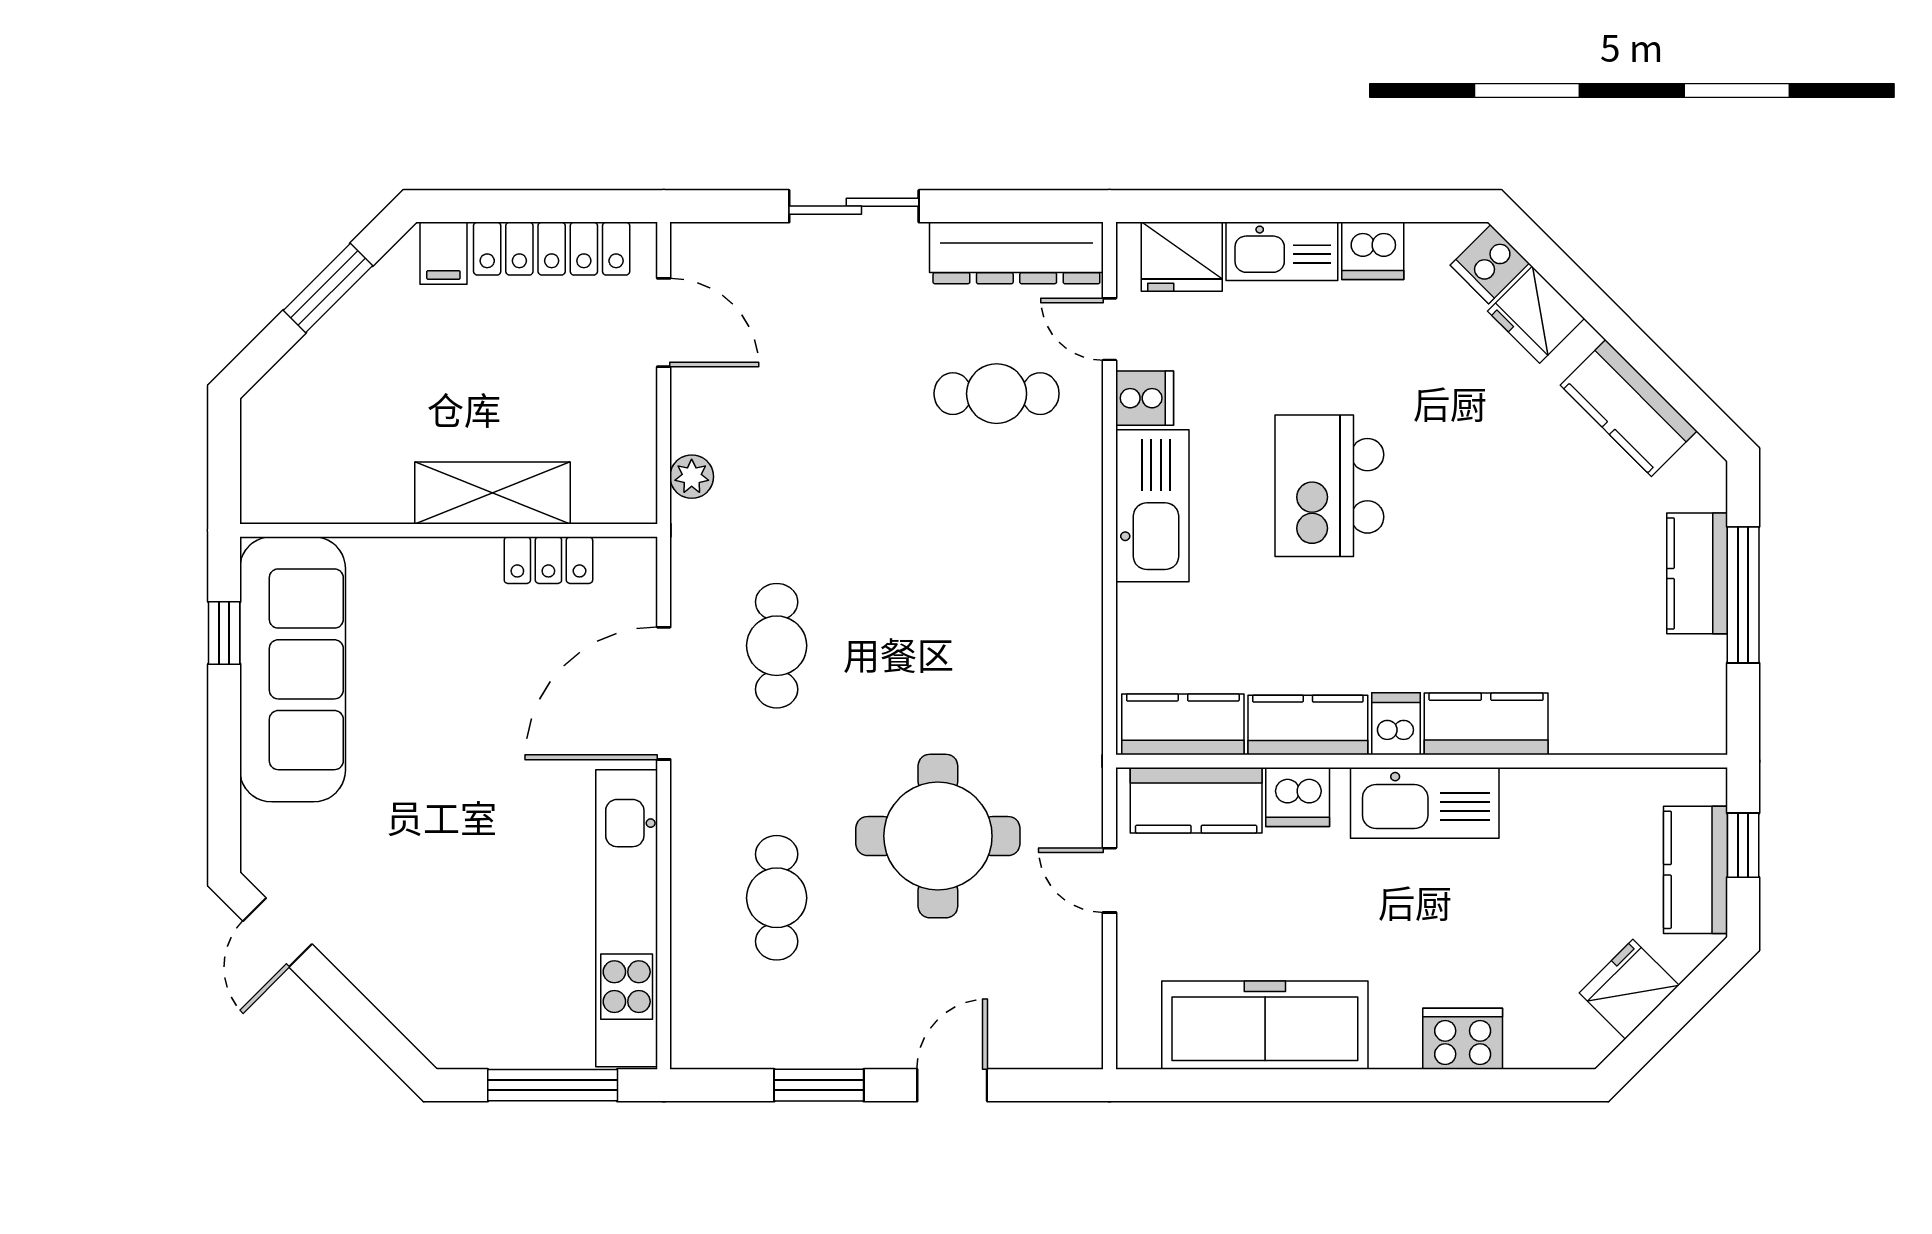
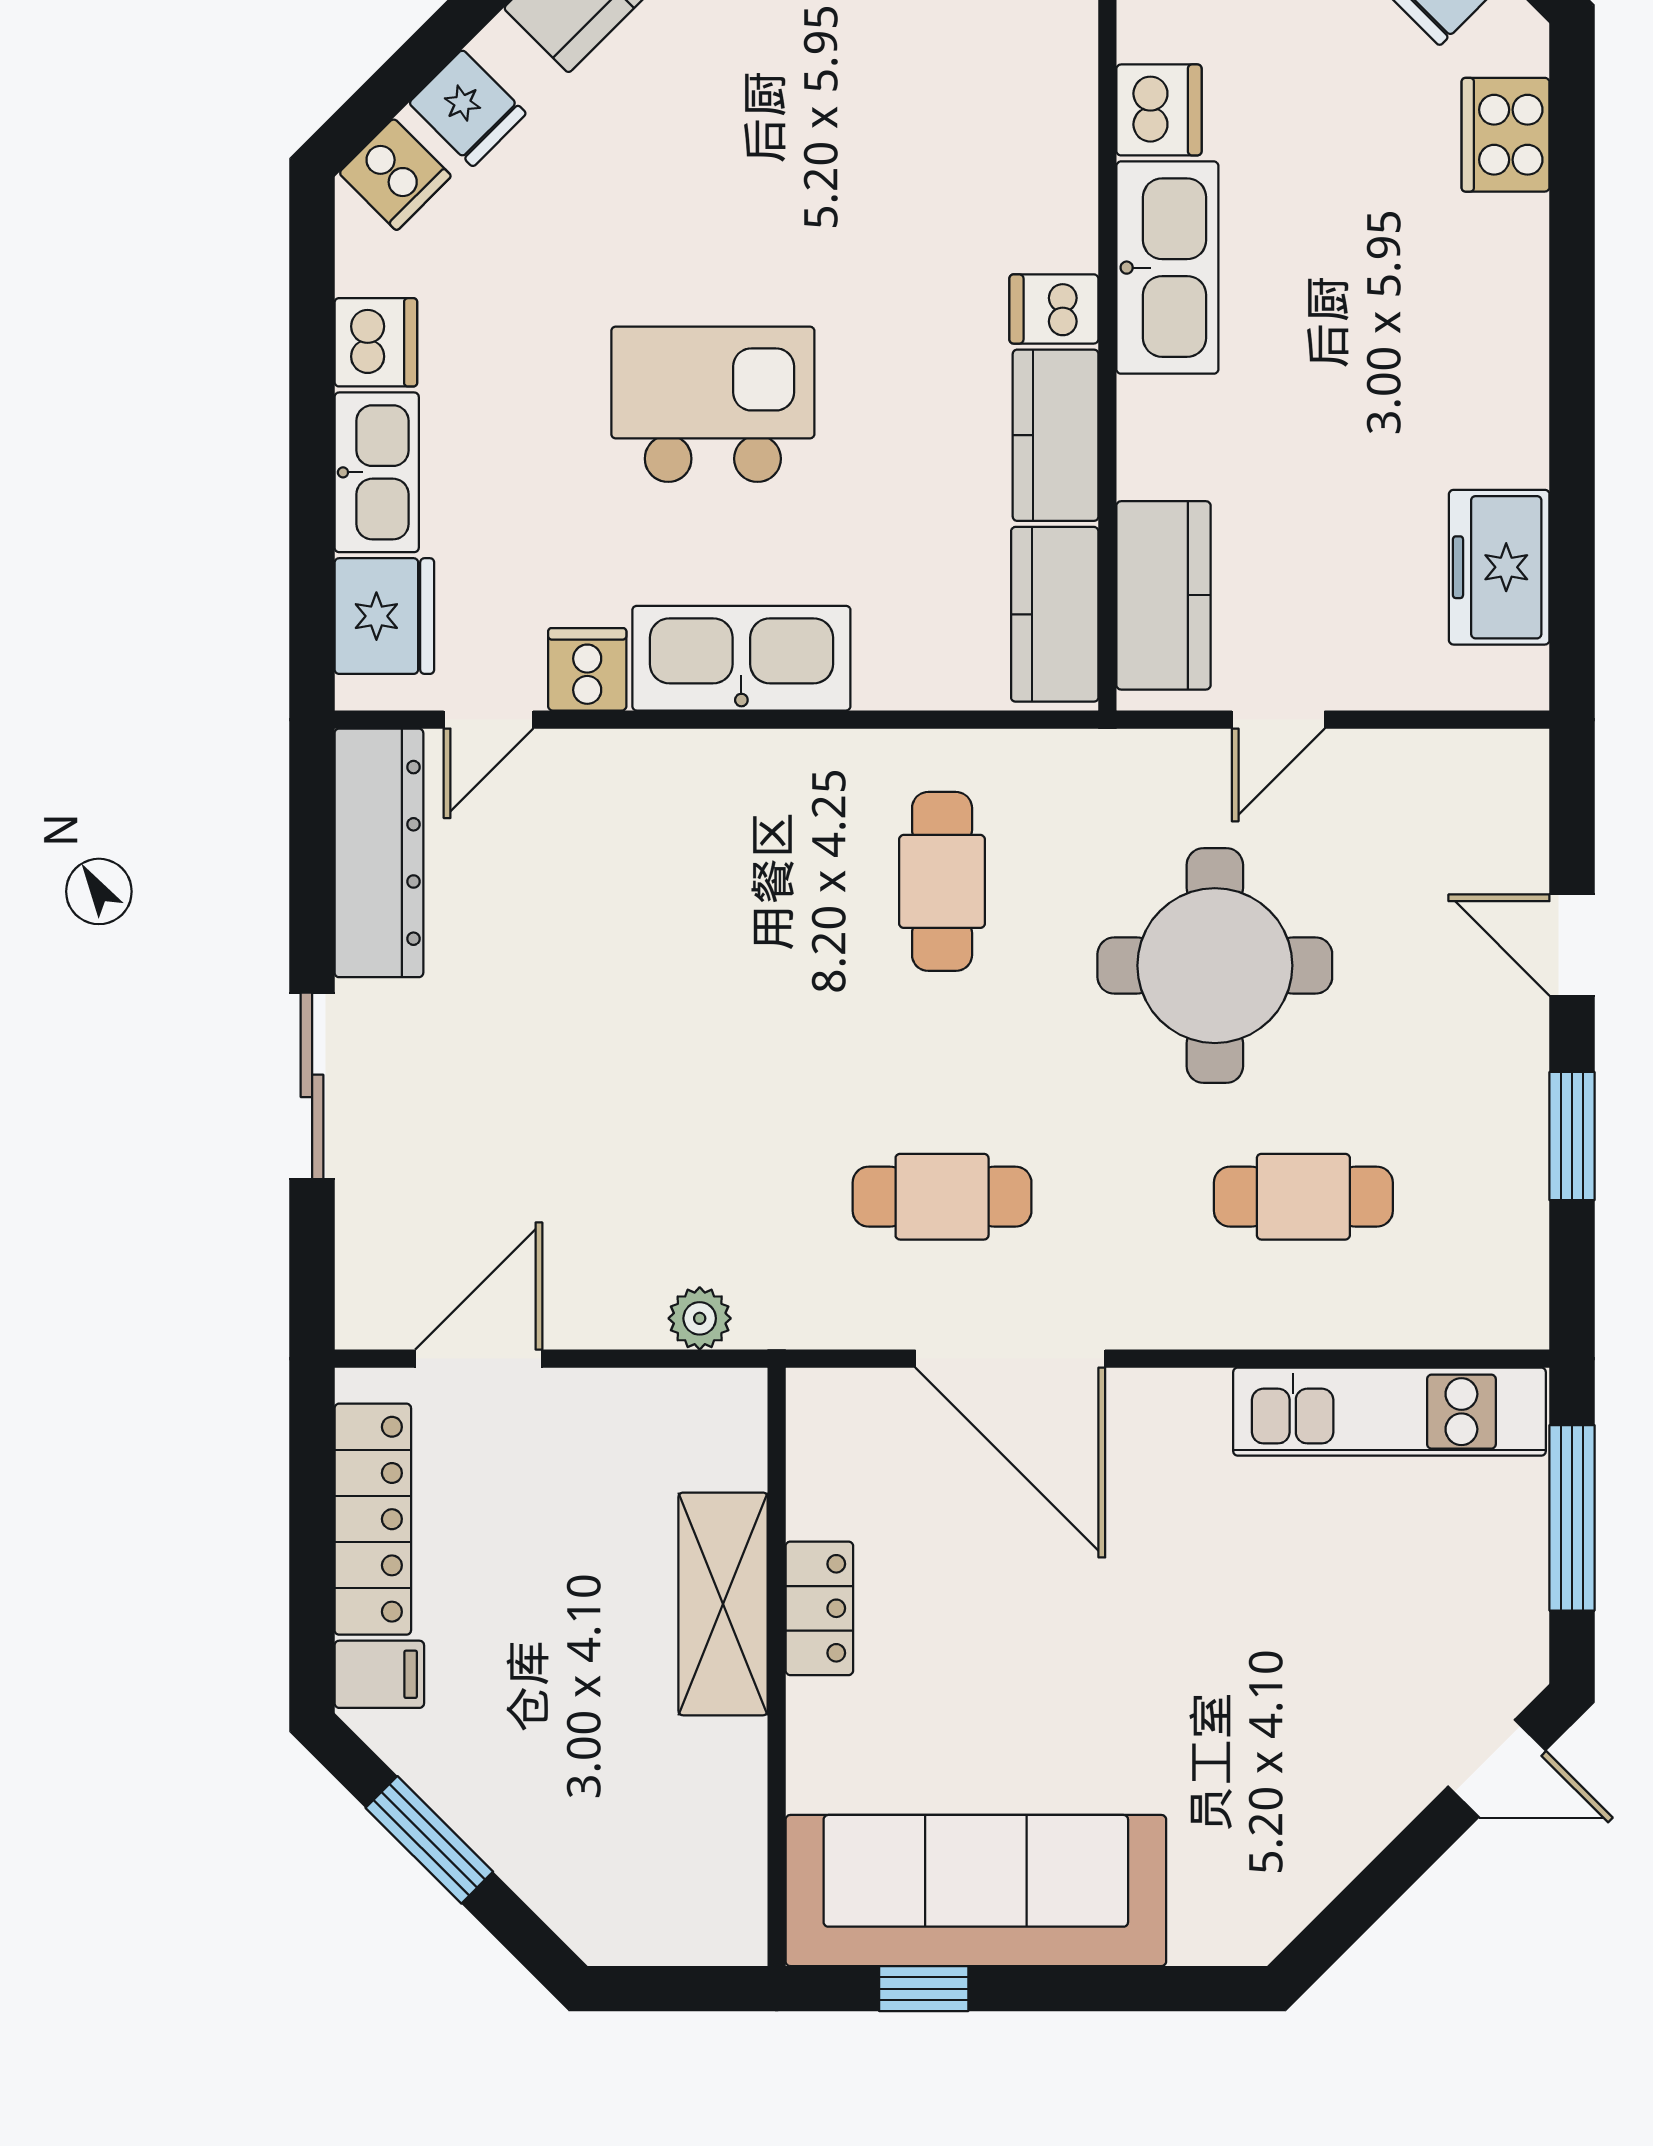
fridge: (1536, 315) -> (468, 108), width x0.72
cafe table: (997, 394) -> (942, 881), moved
kitchen island: (1329, 486) -> (713, 404), turned 180
locker: (548, 560) -> (819, 1608), moved
kitchen counter: (1486, 724) -> (1054, 180), removed
dishwasher: (1298, 797) -> (1159, 110), moved
kitchen unit: (627, 918) -> (1390, 1412), width x0.73
door: (278, 933) -> (1497, 1768), moved
freezer: (1265, 1025) -> (1499, 567), width x0.52, depth x0.79
cooker: (1463, 1039) -> (1506, 135), moved

